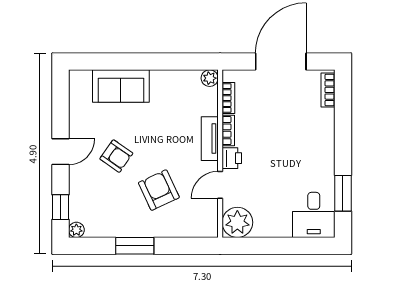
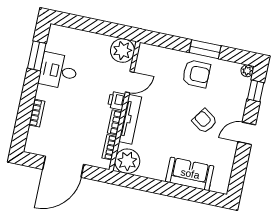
plant: (210, 78) -> (127, 161), width x1.87, depth x1.87
bookcase: (328, 90) -> (37, 113), moved
tv unit: (210, 139) -> (130, 119), width x1.41
armchair: (159, 190) -> (196, 74), moved, turned -65
desk: (314, 215) -> (58, 71), moved, turned -90

